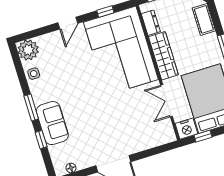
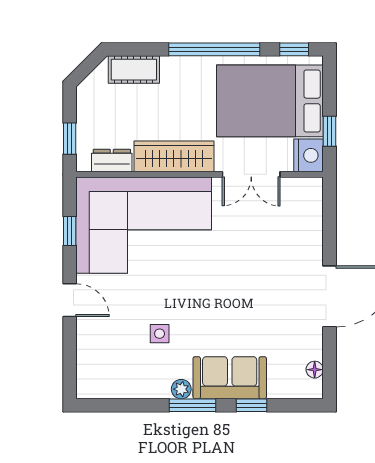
plant: (28, 50) -> (181, 389), moved, width x0.53, depth x0.53
side table: (34, 74) -> (160, 334), moved

